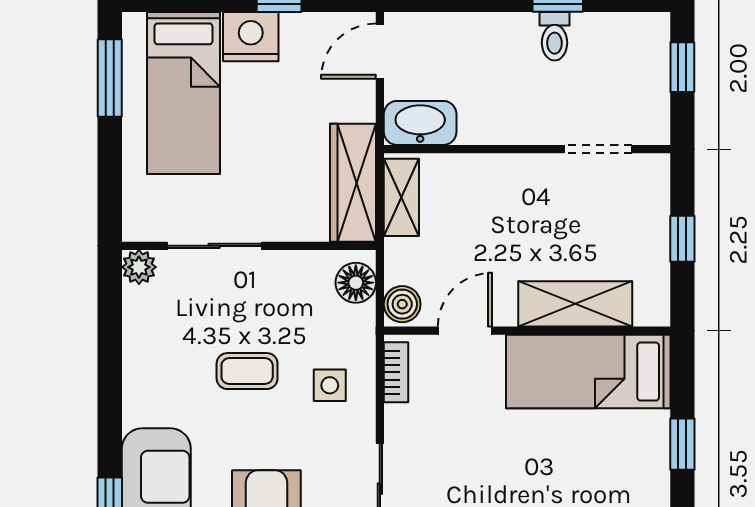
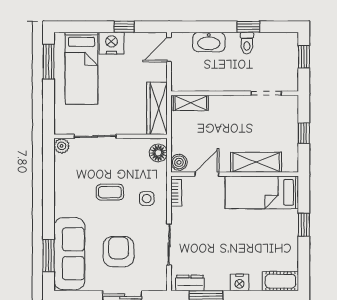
washbasin: (420, 123) -> (209, 42), moved, turned 180
shelving: (401, 197) -> (191, 103), moved, turned 90

